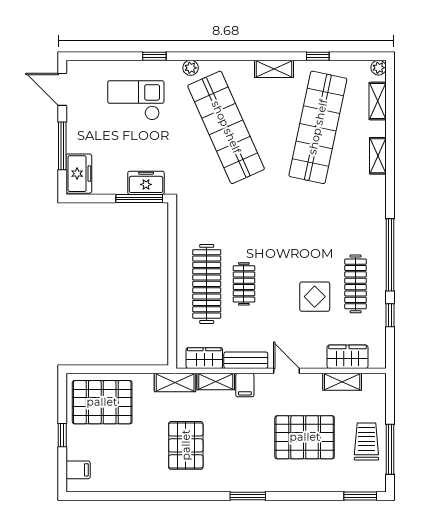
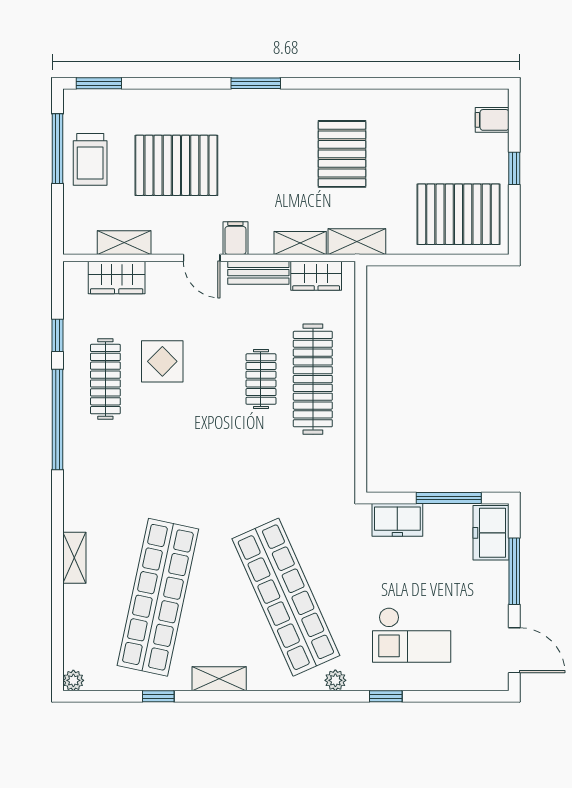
shelving: (378, 101) -> (75, 634), removed
window: (139, 198) -> (449, 498), moved
filing cabinet: (245, 385) -> (235, 238), moved

